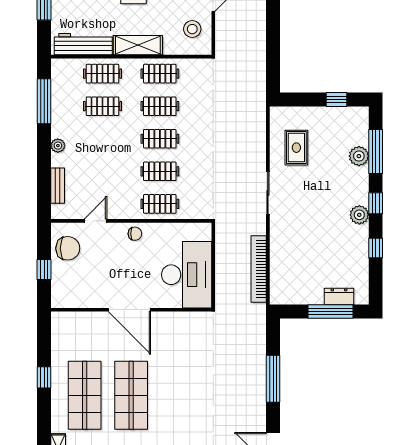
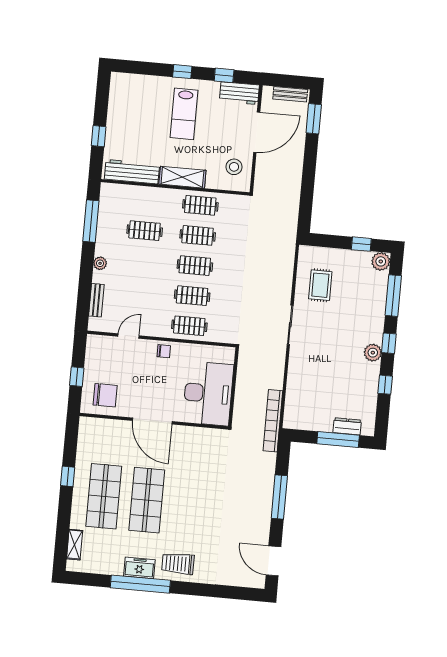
clothes rail: (103, 74) -> (147, 201), removed
plant: (359, 156) -> (381, 261), moved
chair: (68, 248) -> (105, 395), moved
bookcase: (259, 269) -> (273, 421), moved

